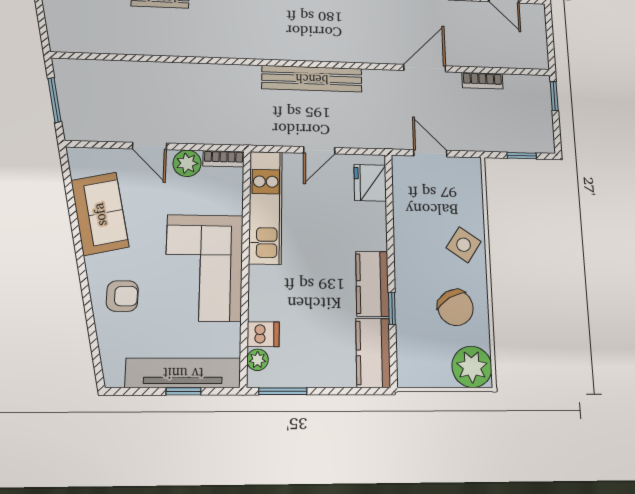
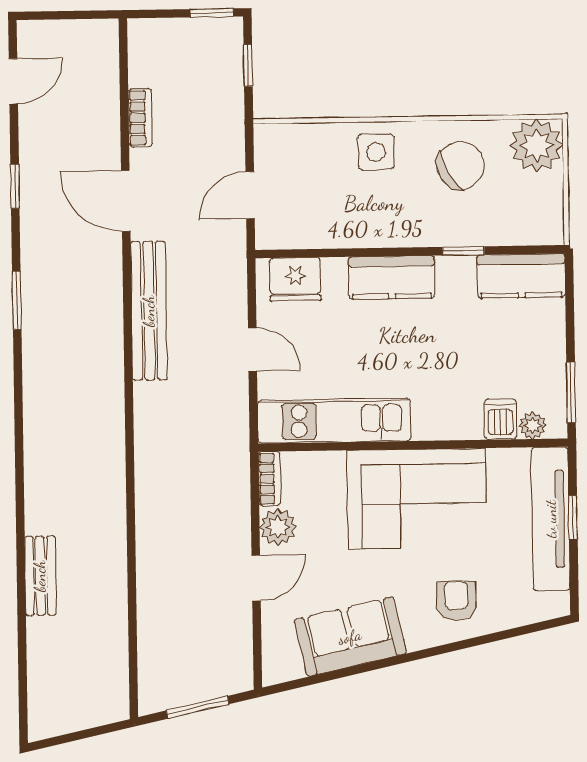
bench: (312, 79) -> (149, 311), moved
window: (554, 96) -> (212, 13), moved
side table: (464, 245) -> (376, 152), turned -34
kitchen counter: (372, 284) -> (392, 277), moved

